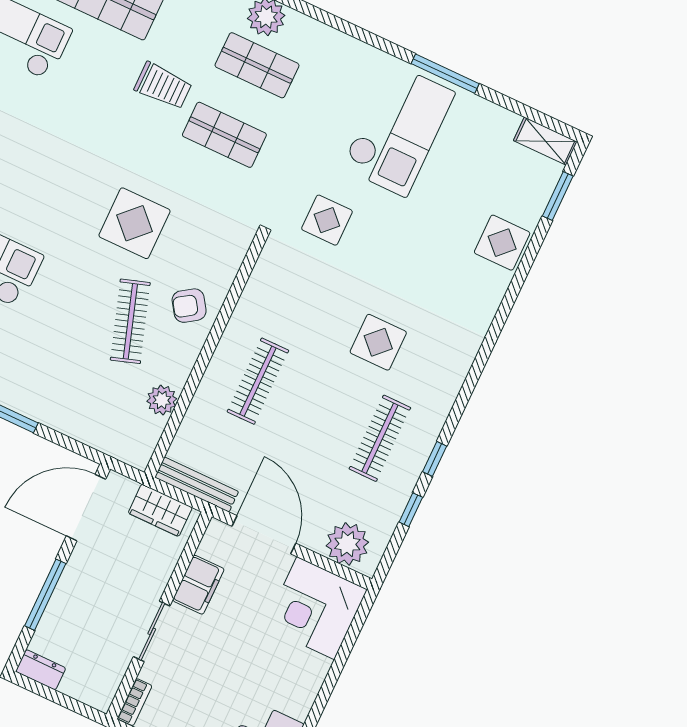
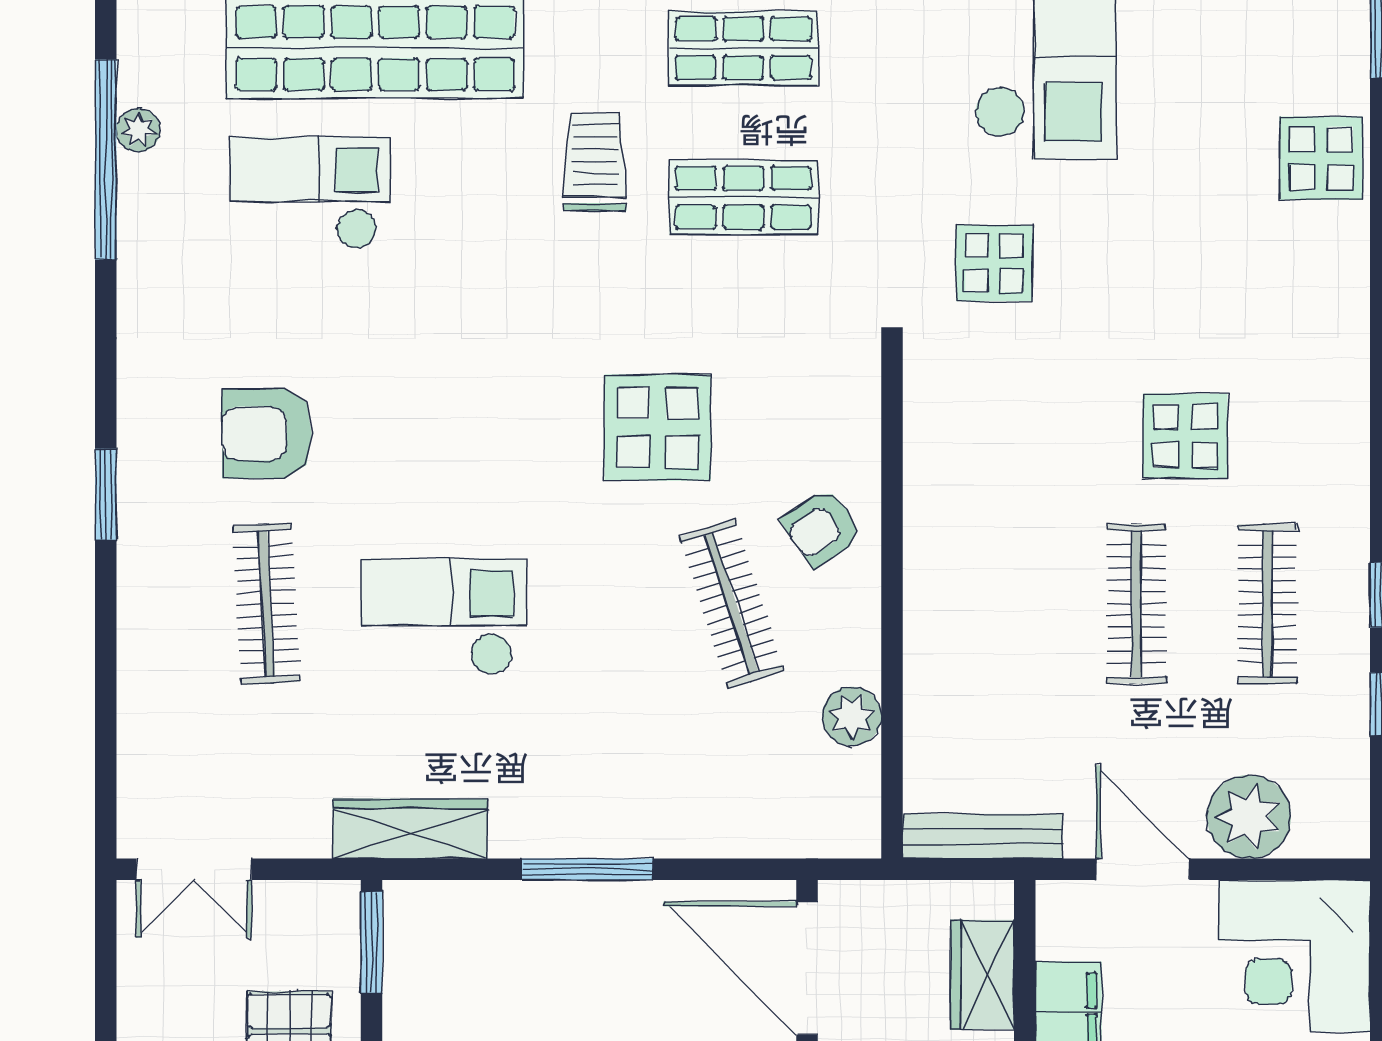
trolley: (163, 86) -> (595, 162), turned -90
clothes rail: (258, 381) -> (1136, 604), moved
door: (86, 508) -> (807, 968), hinge flipped
wardrobe: (160, 510) -> (982, 975), moved, turned 90
door: (264, 535) -> (1143, 869), width x0.73
plant: (347, 544) -> (1249, 817), moved

